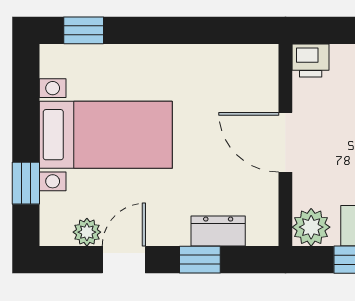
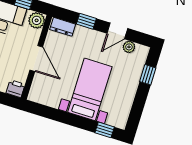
bed with nightstands: (106, 135) -> (90, 89), moved, turned 90
dresser: (218, 231) -> (63, 27), moved

